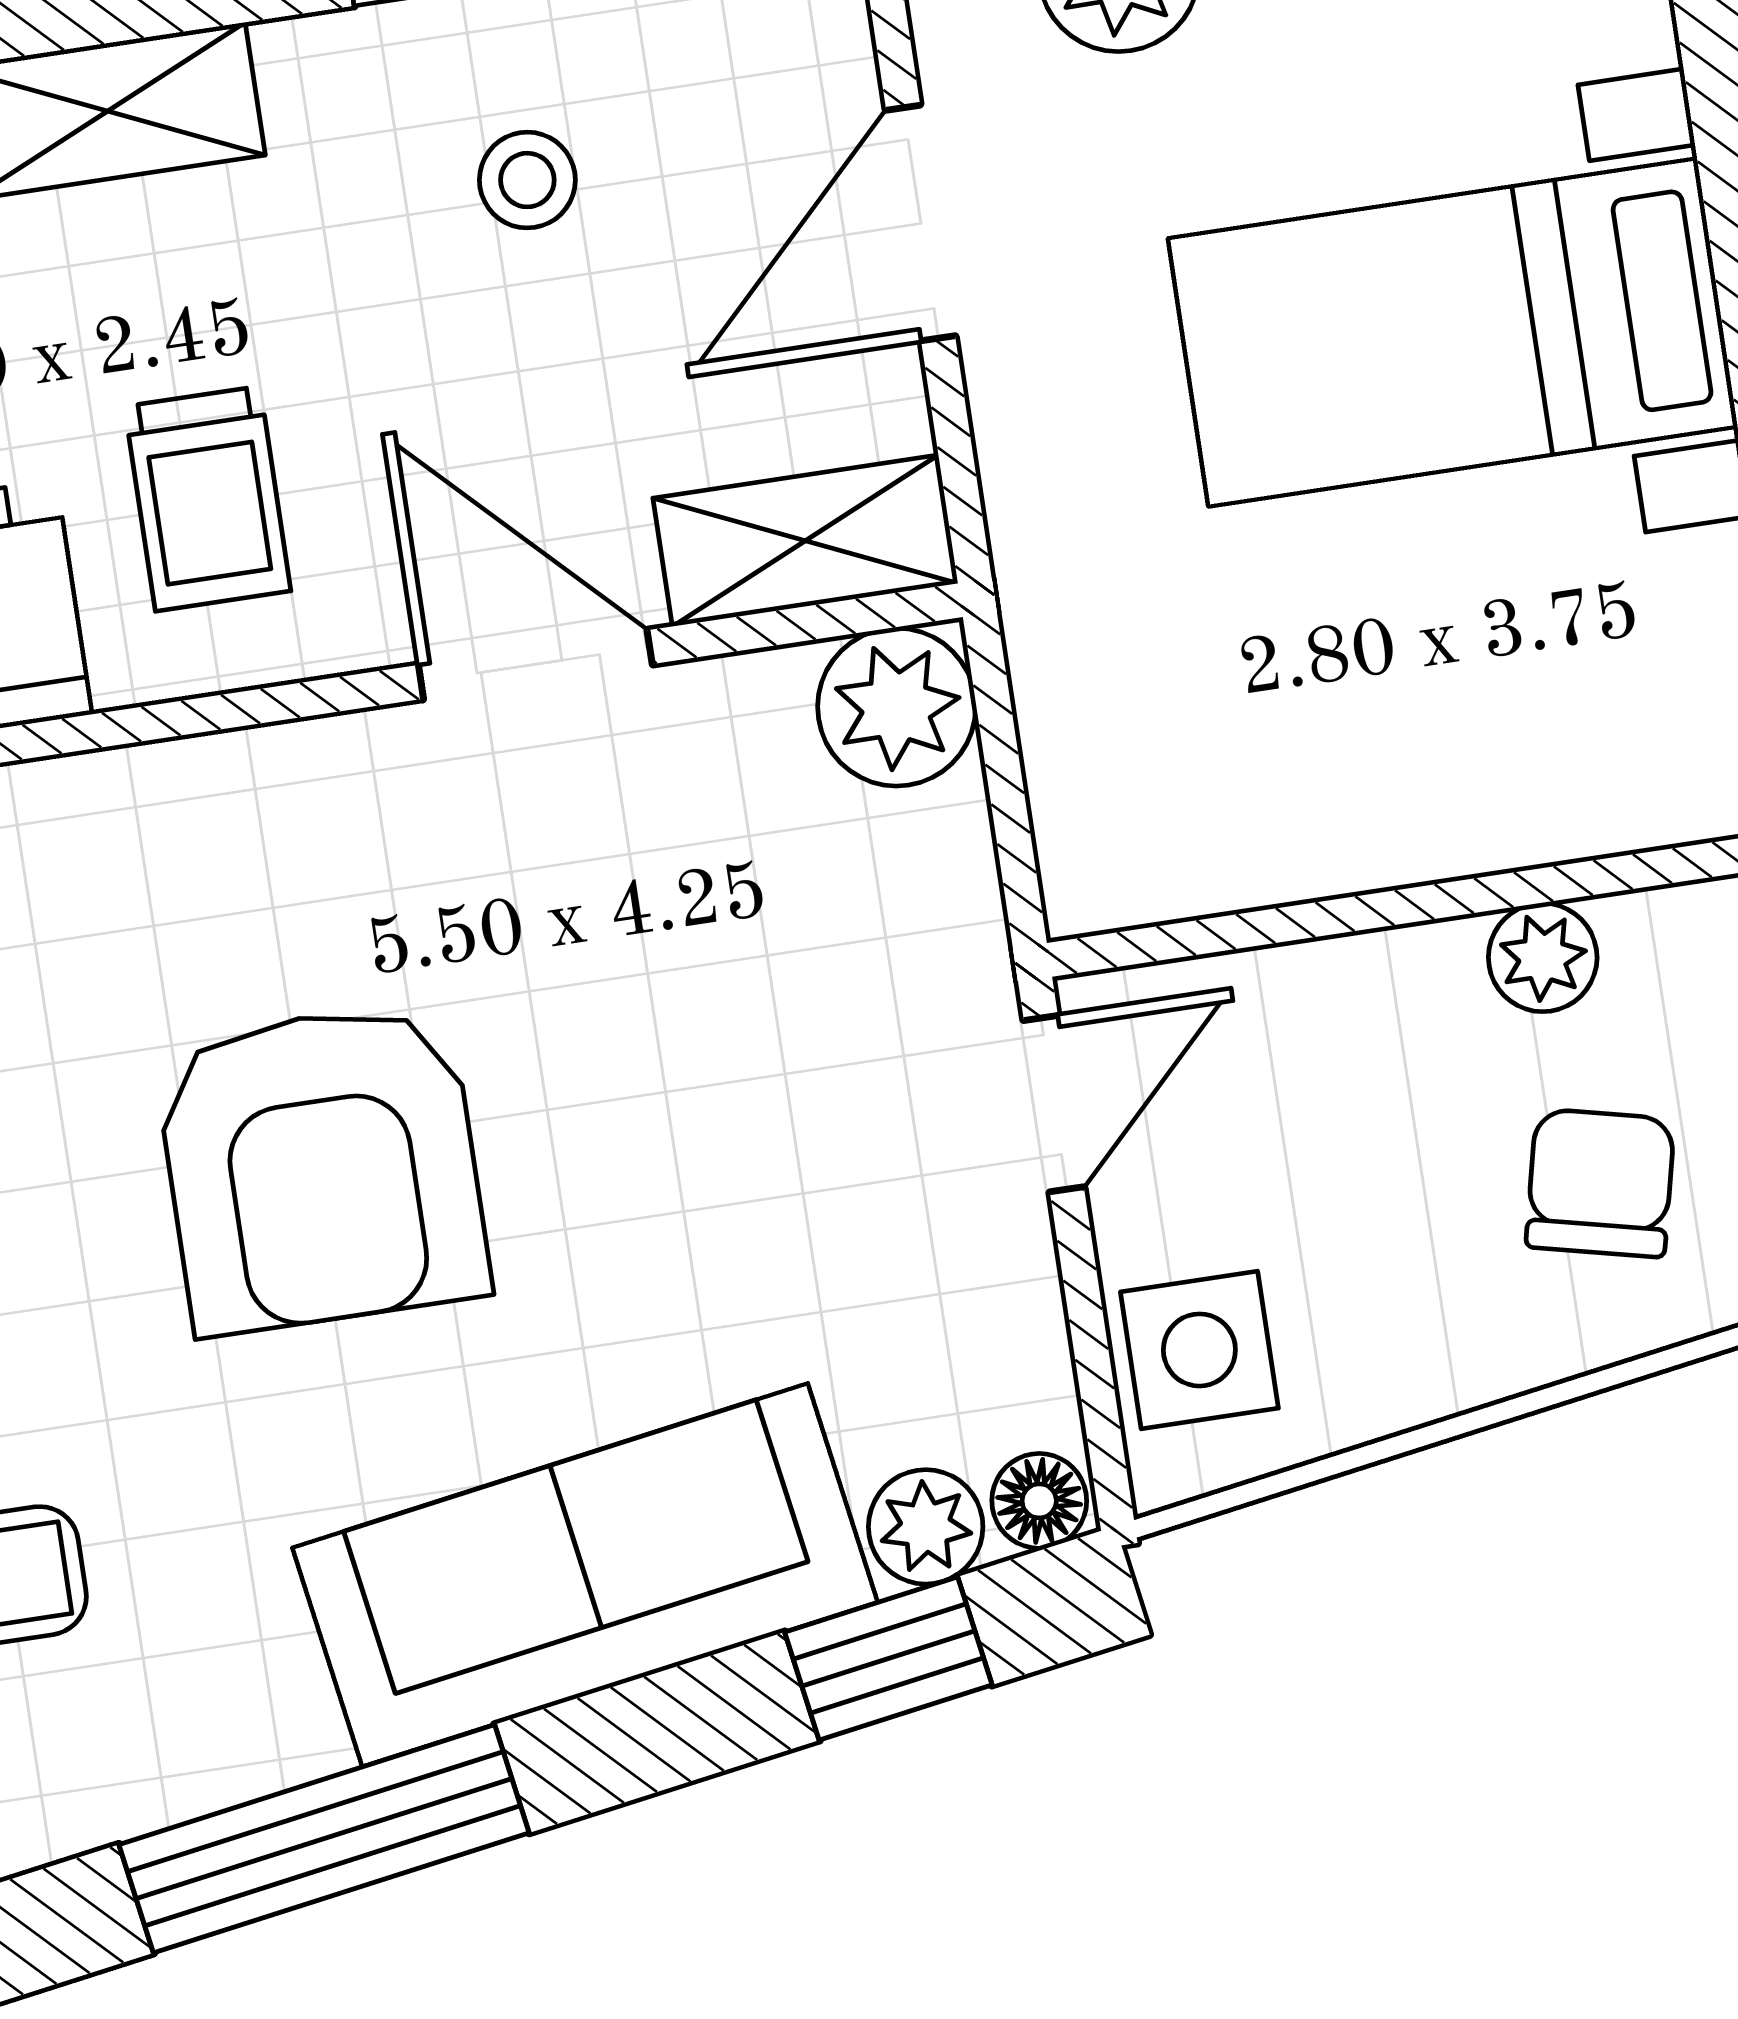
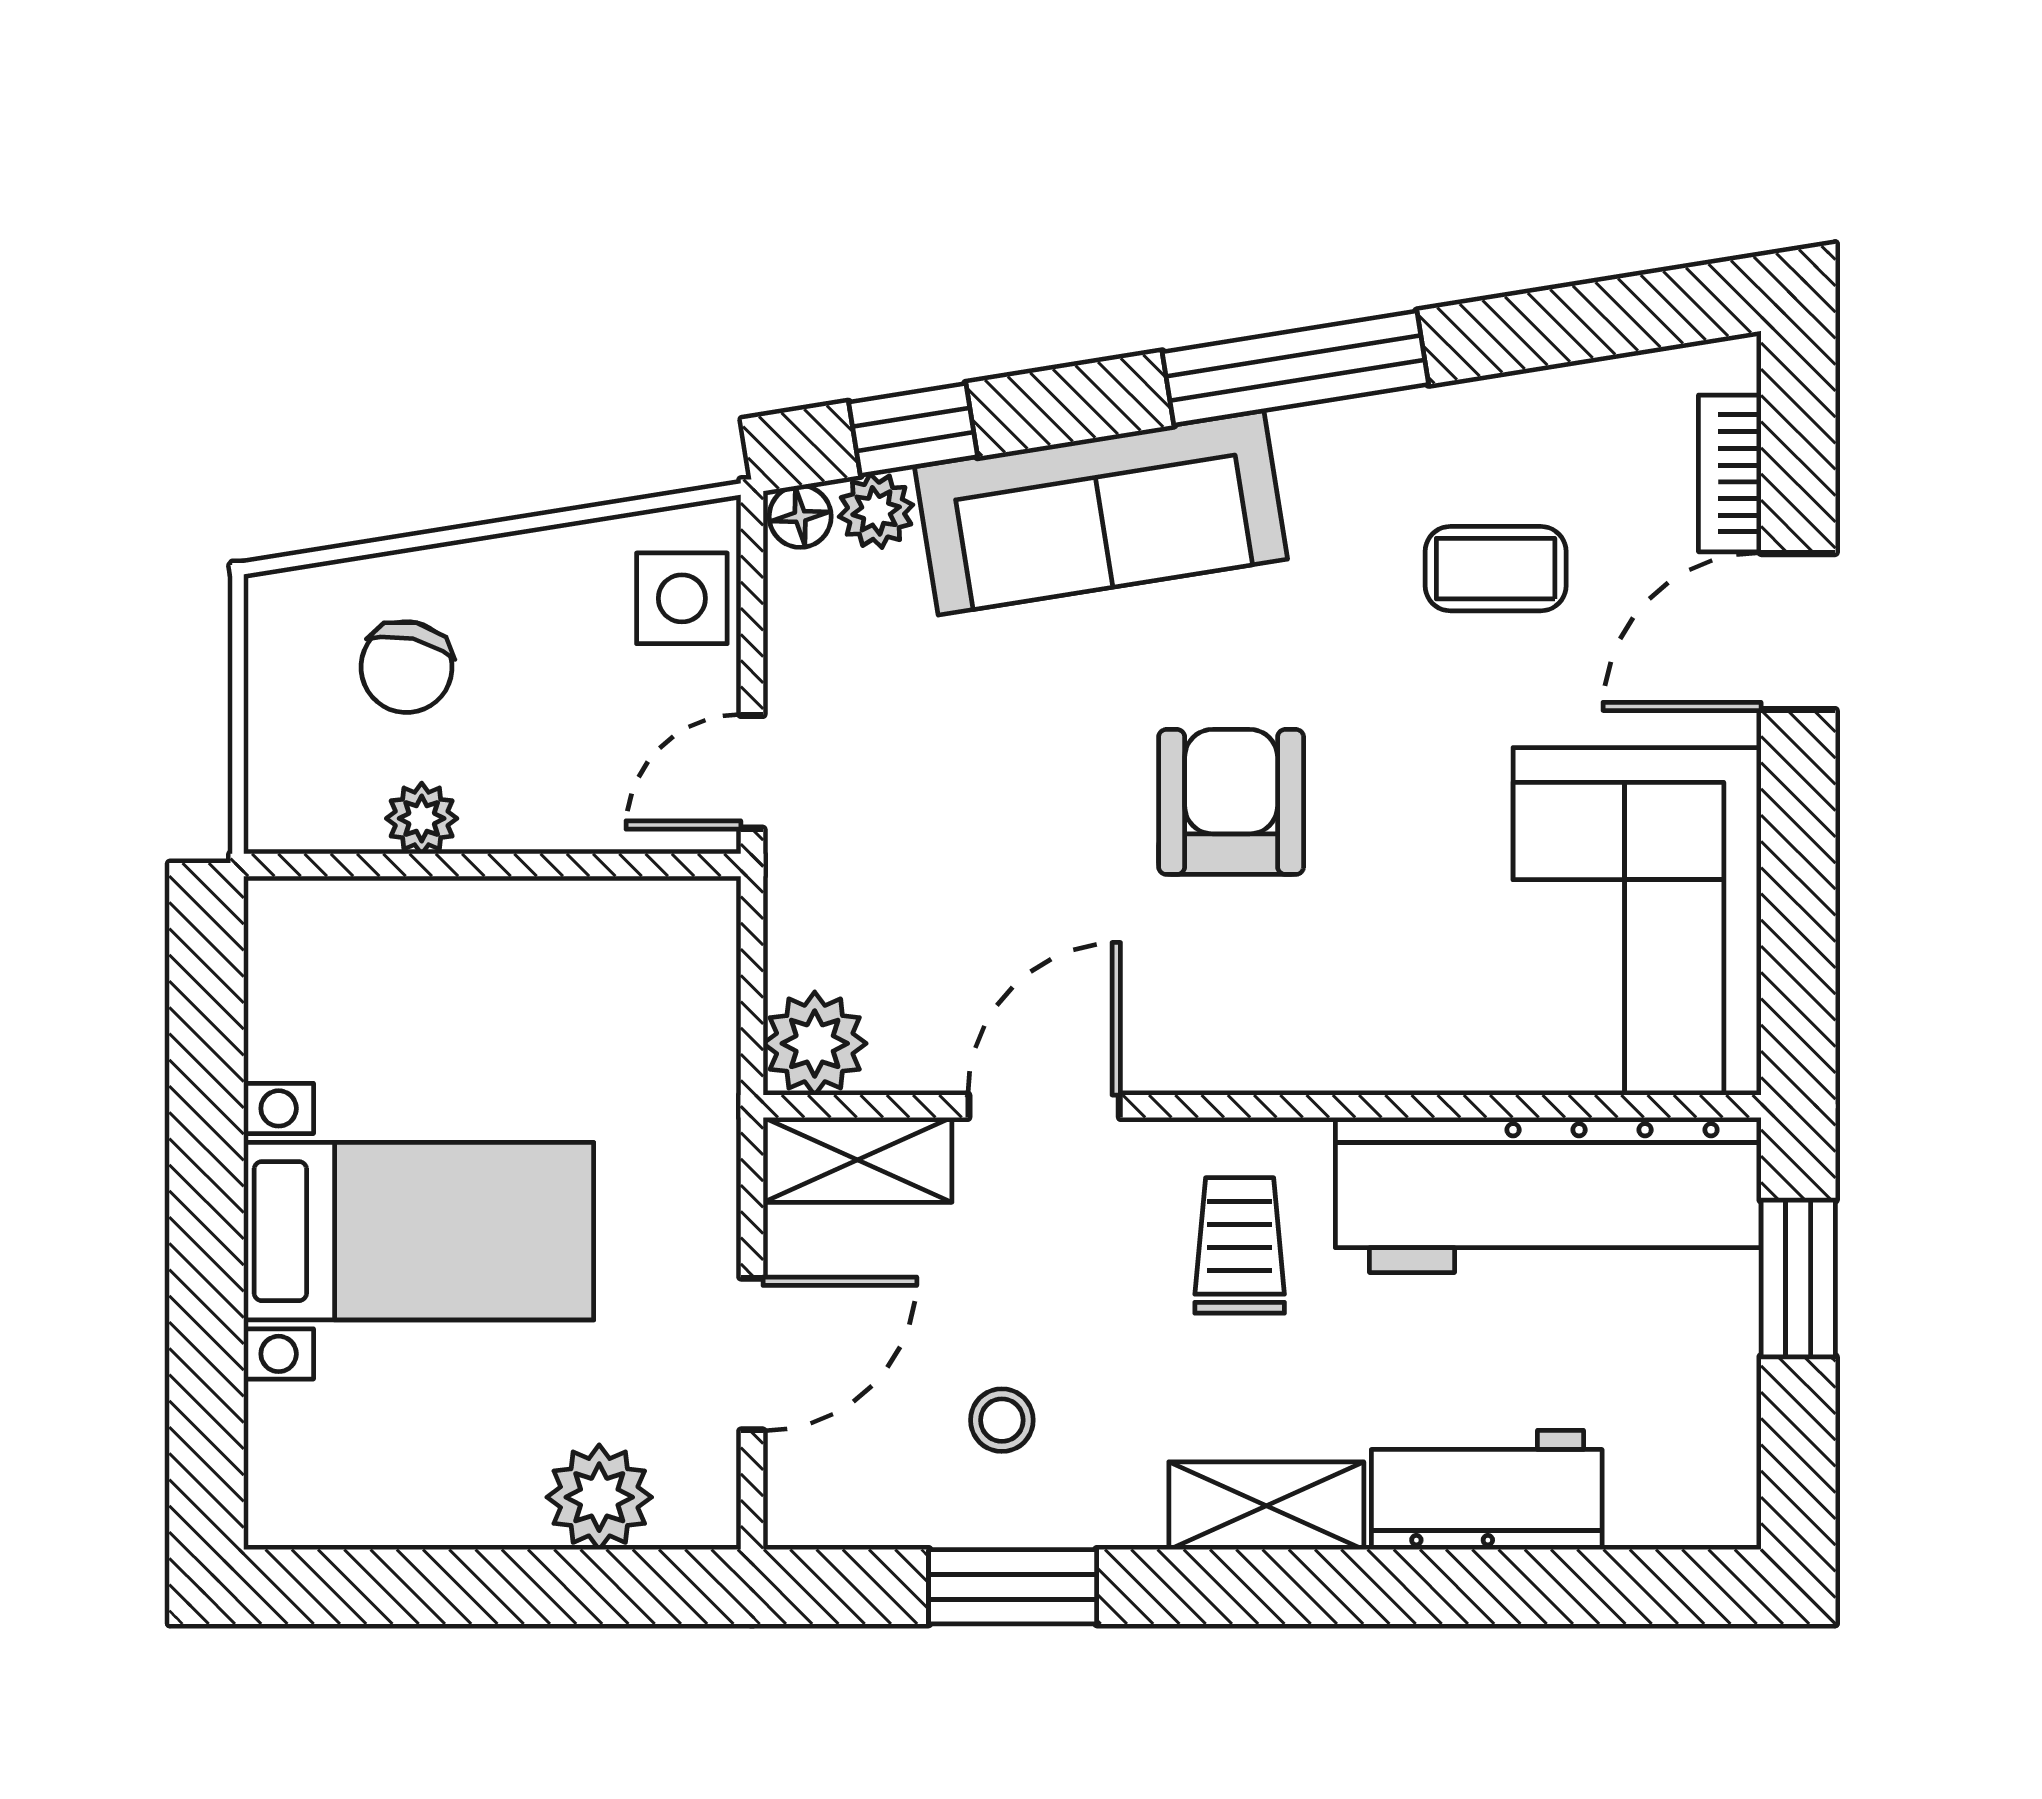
door: (535, 665) -> (1044, 1106), swing flipped
armchair: (322, 1168) -> (1231, 802), width x0.73, depth x0.73

